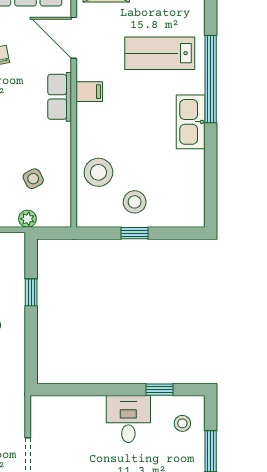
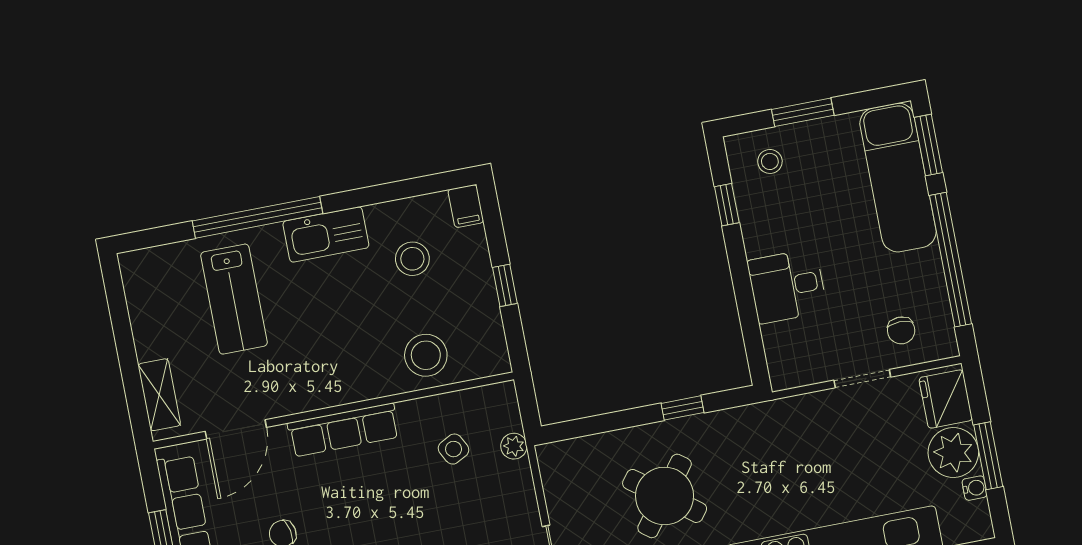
filing cabinet: (89, 92) -> (466, 206), moved, turned 180
row of seats: (60, 97) -> (343, 430), width x1.48
stool: (135, 202) -> (412, 259), moved
window: (31, 292) -> (682, 408), moved
desk: (128, 419) -> (787, 286), moved

